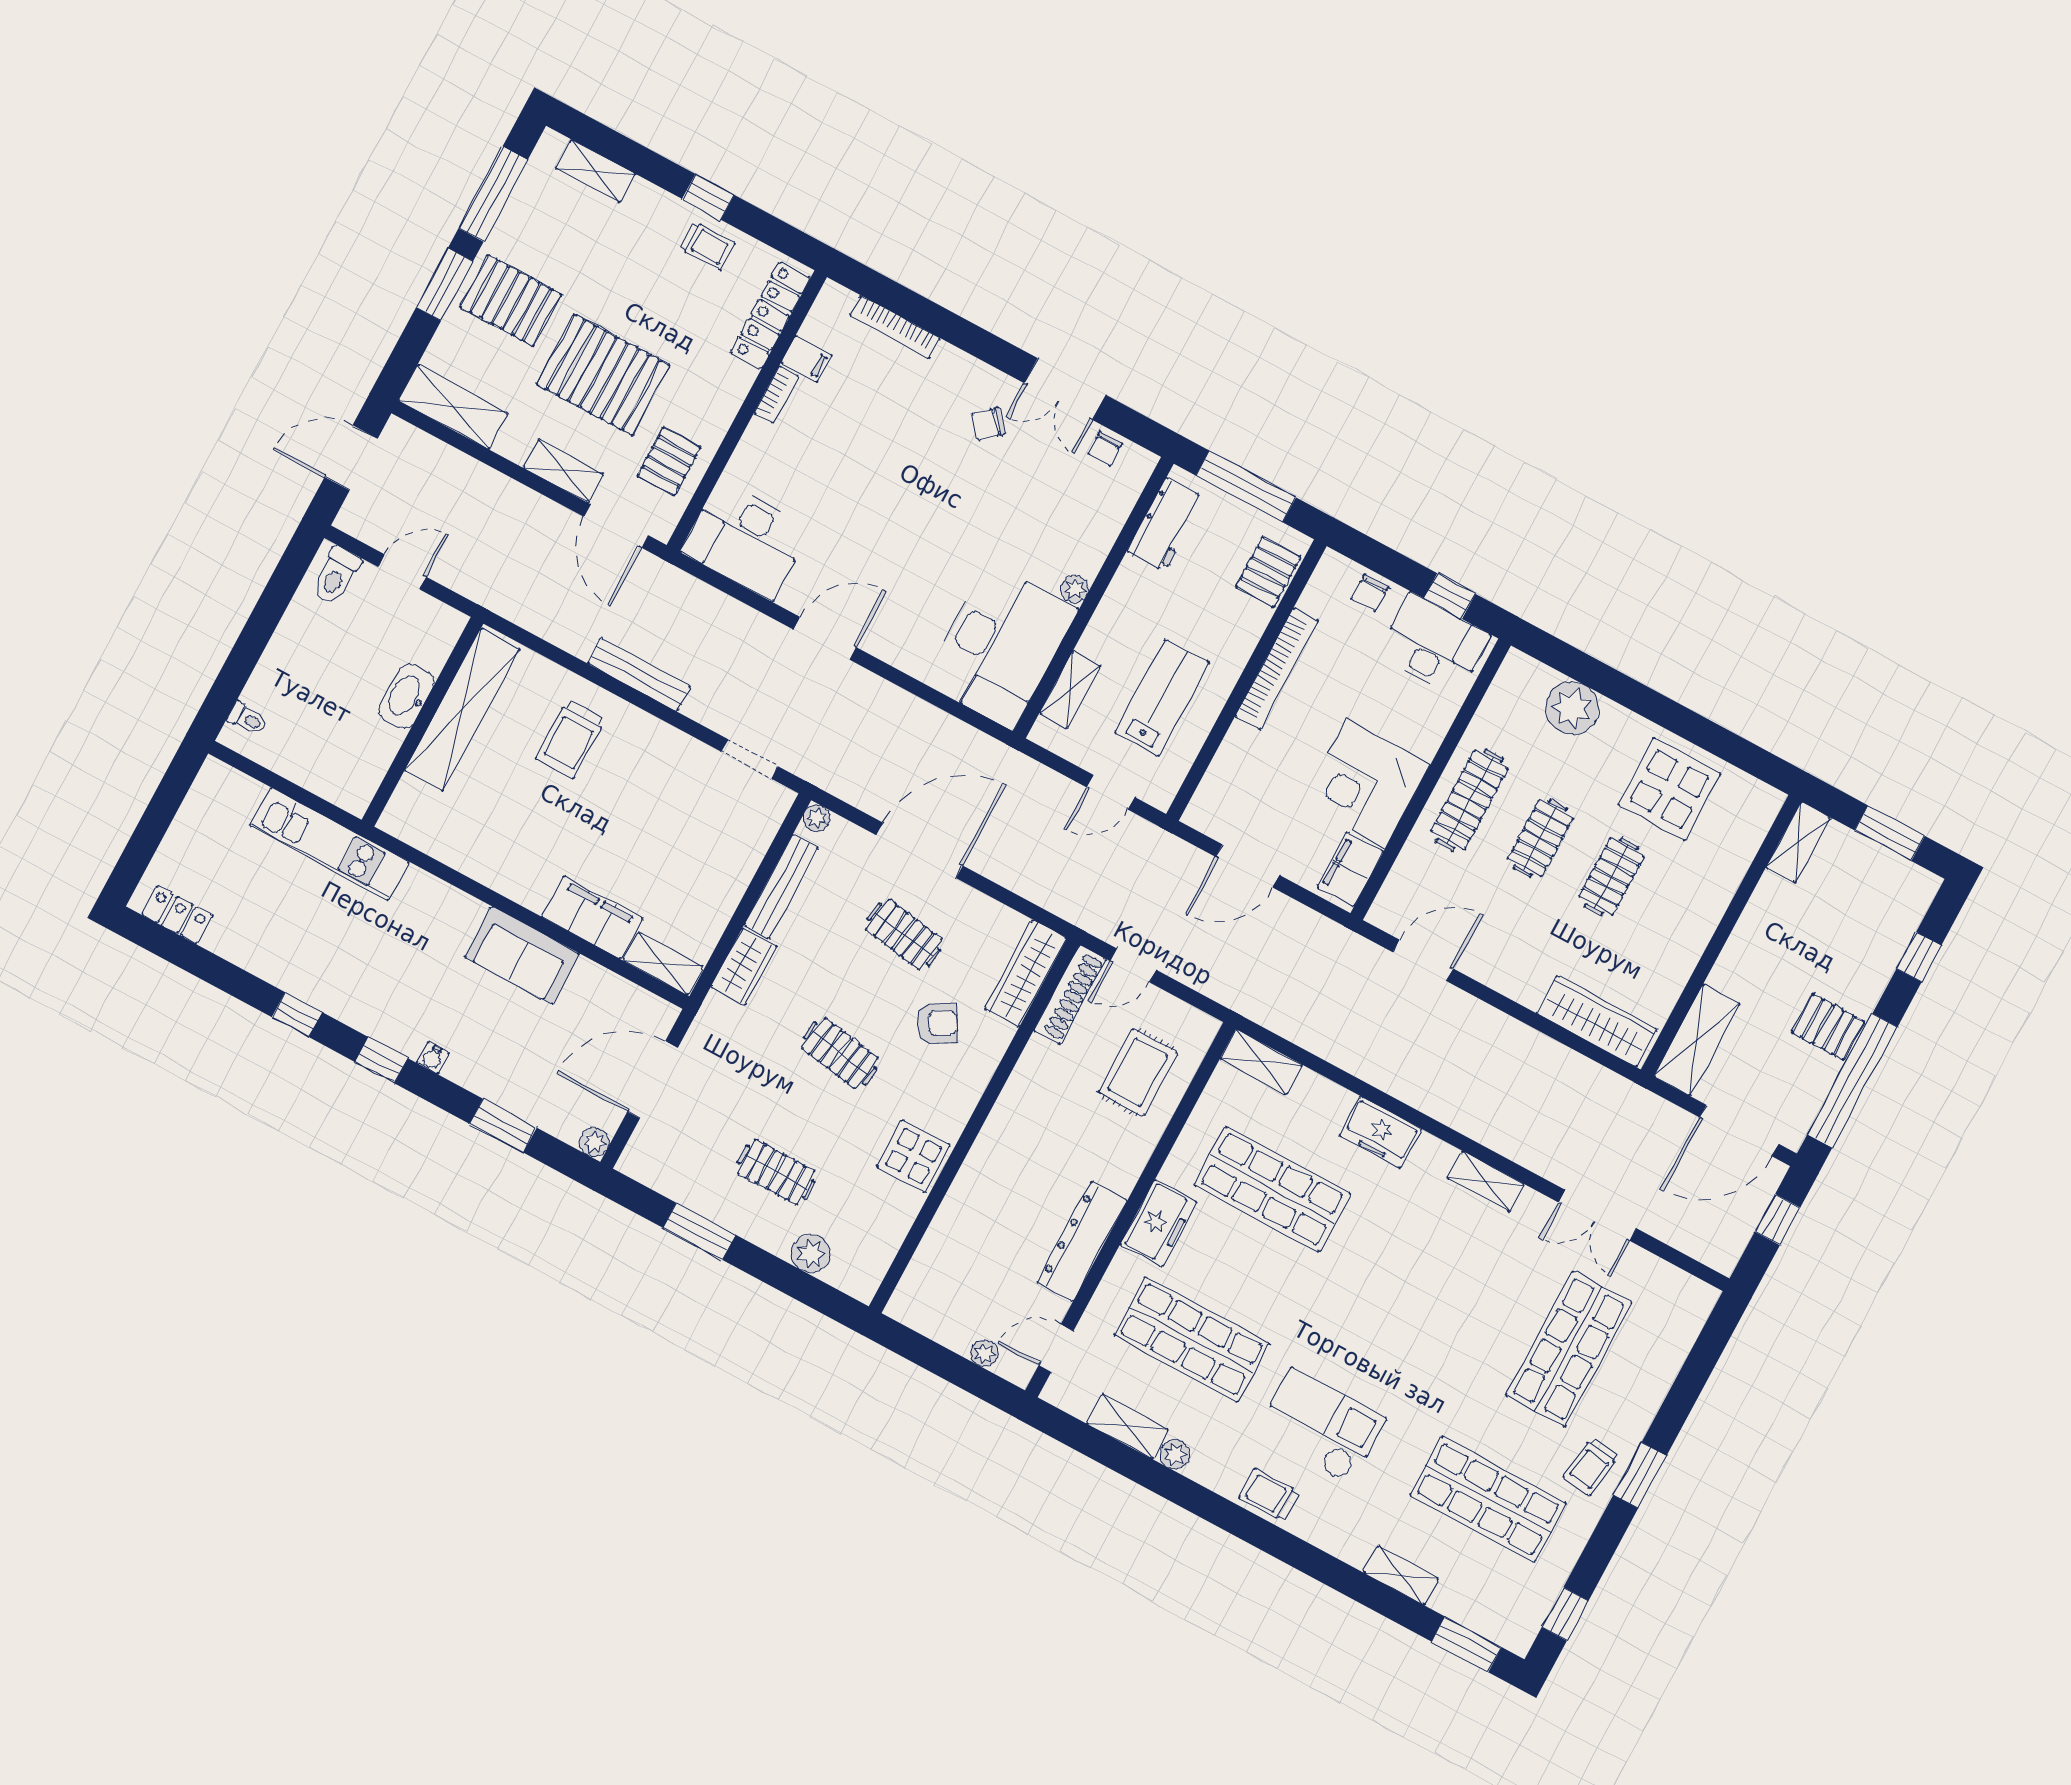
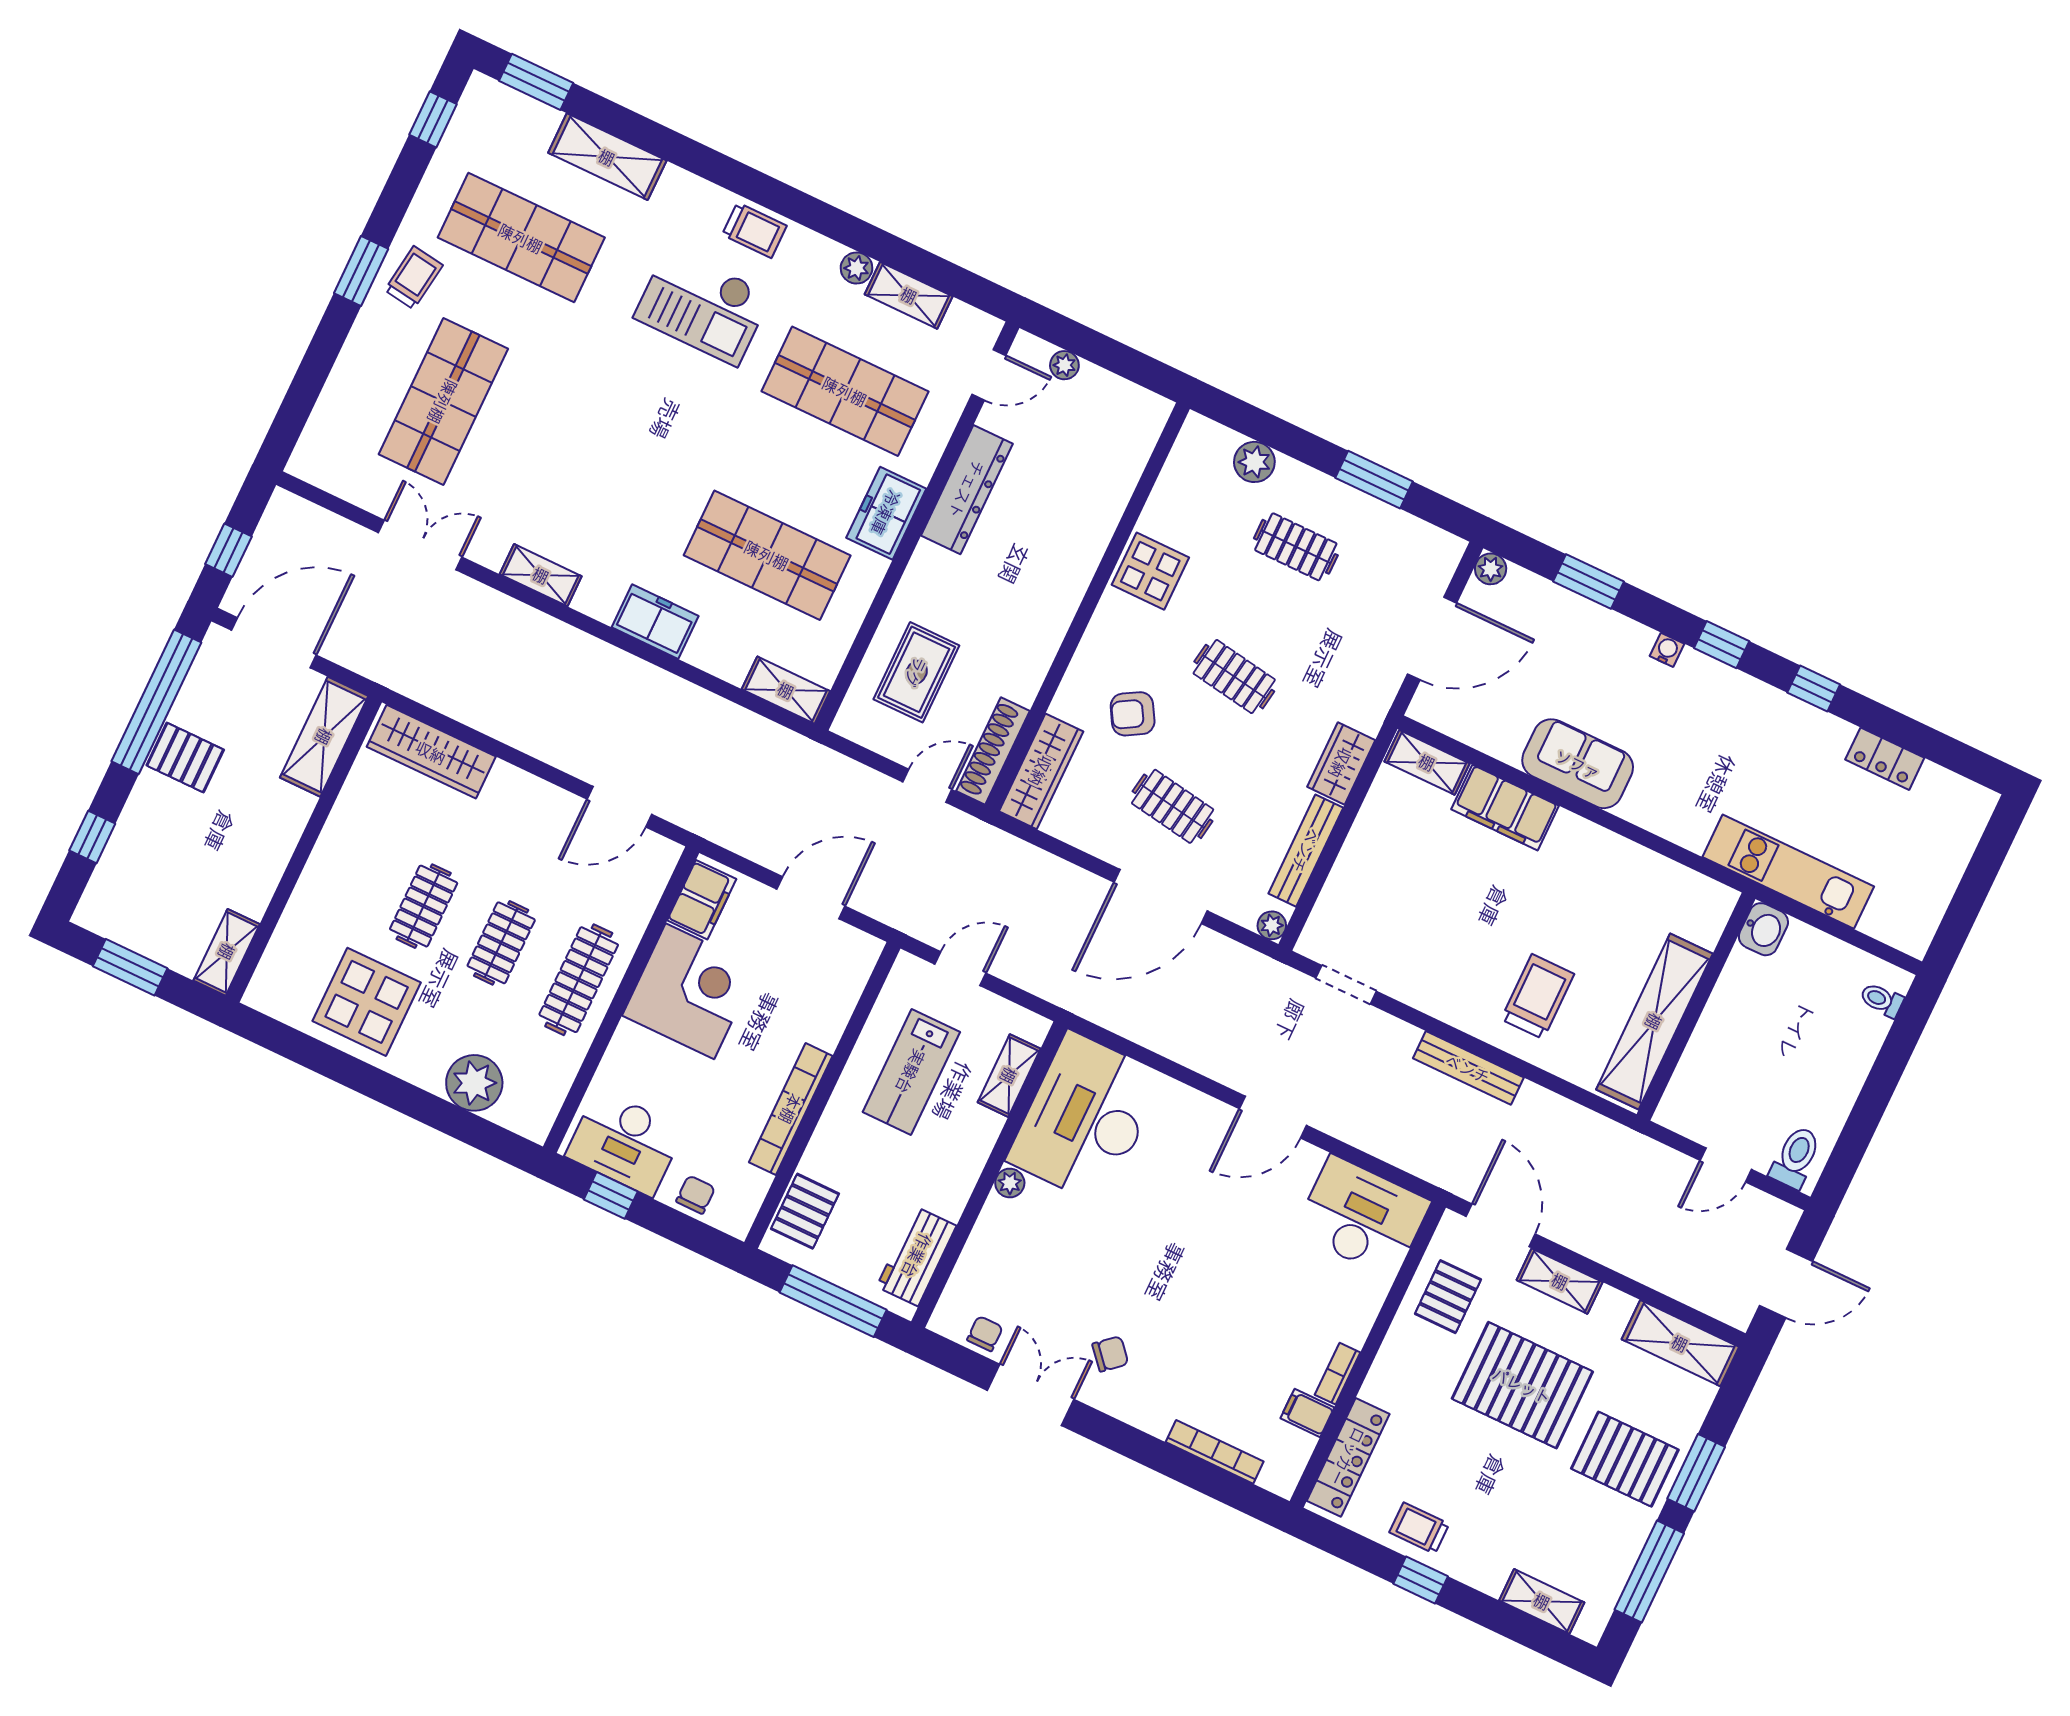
washbasin: (406, 696) -> (1763, 929), moved, width x0.72
locker: (177, 915) -> (1885, 759), moved
shelving: (1401, 1575) -> (607, 157), width x1.50, depth x1.33

